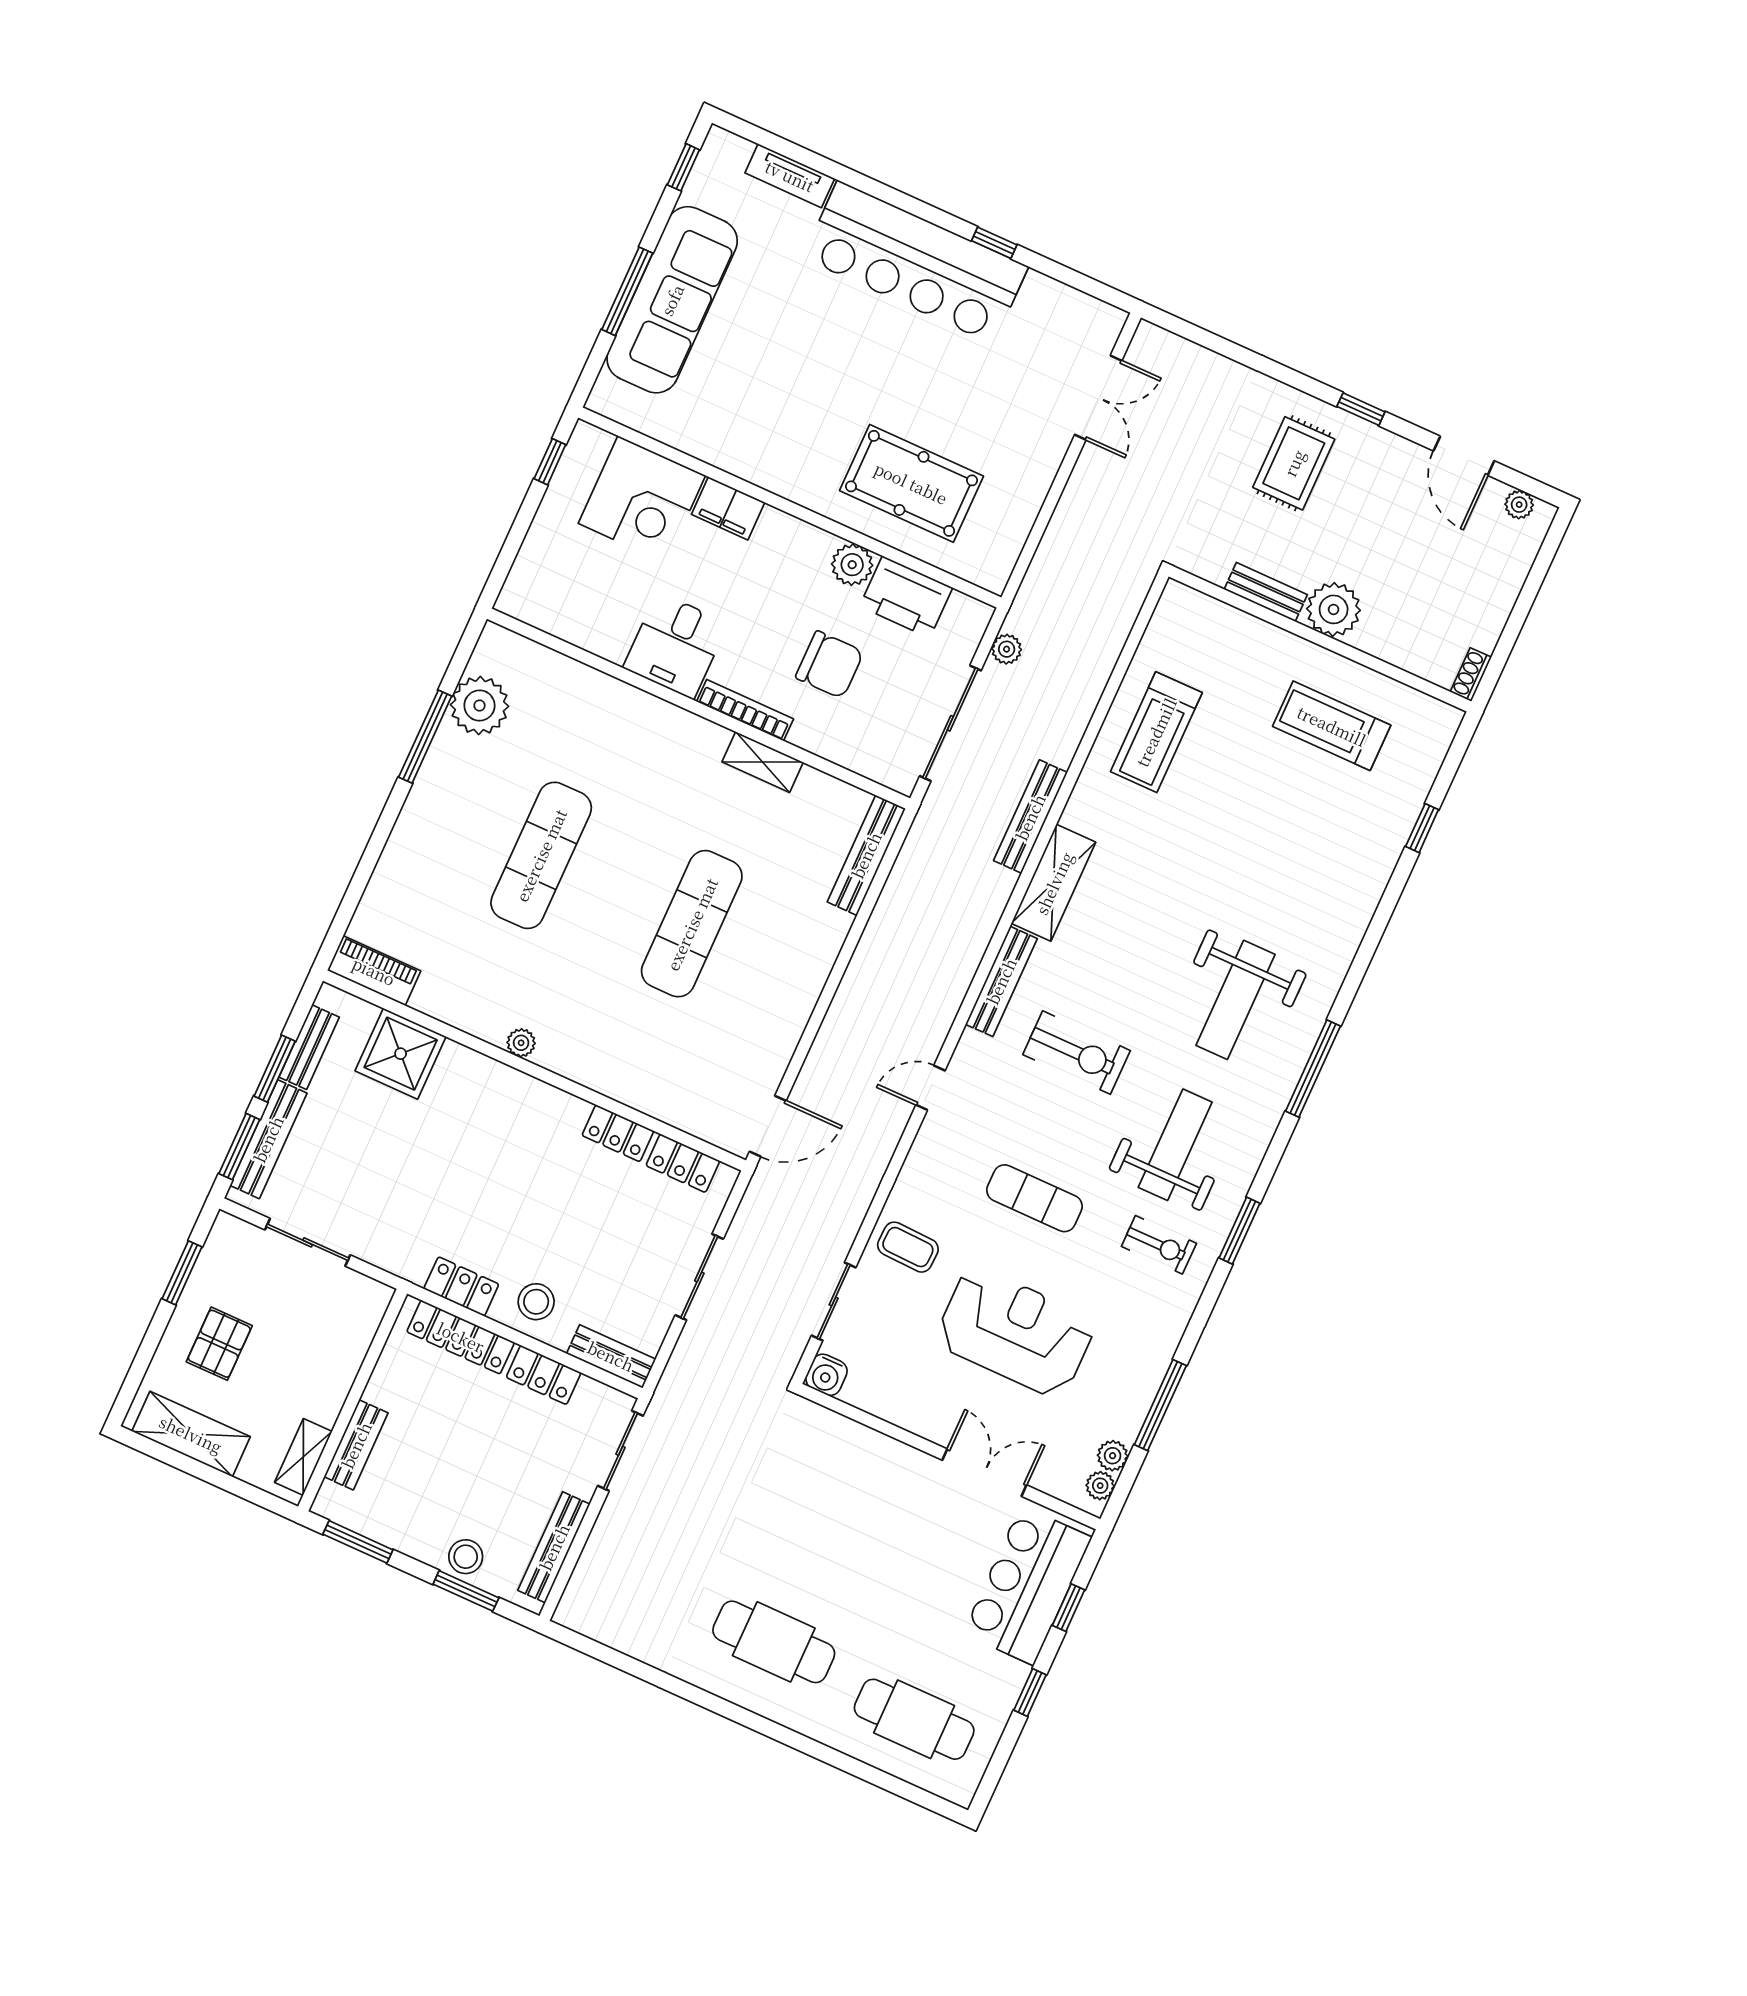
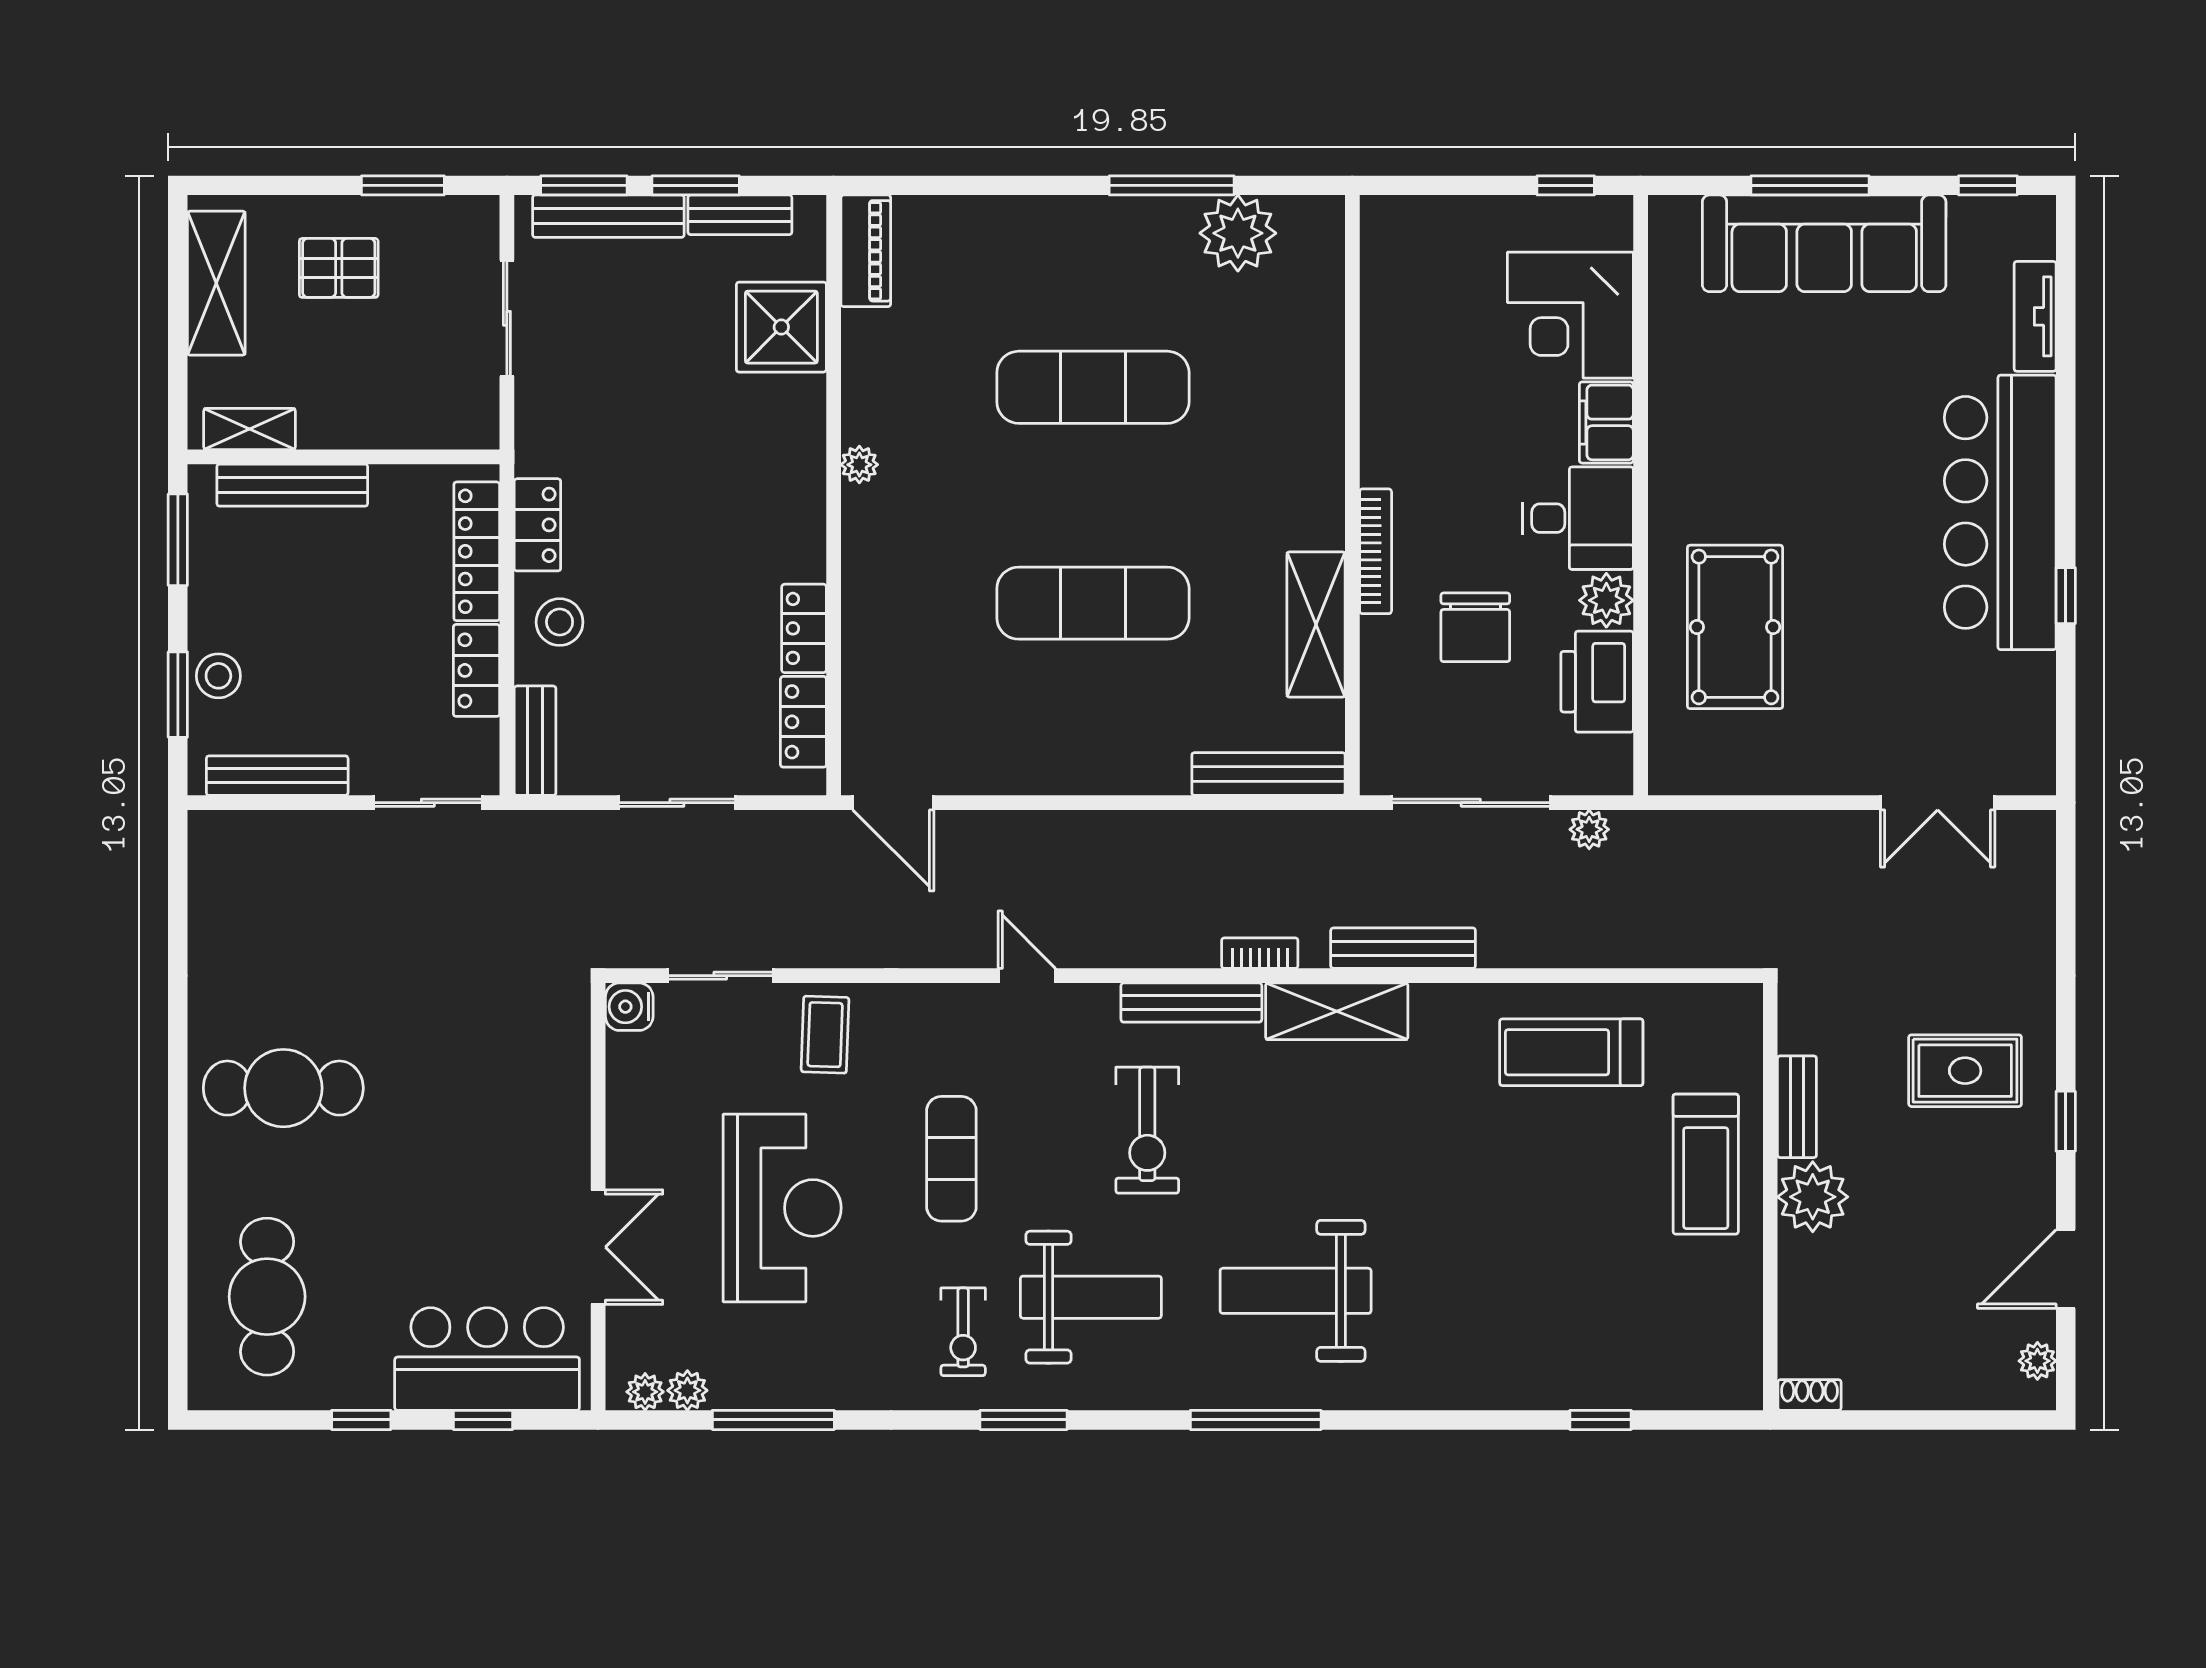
desk: (675, 646) -> (1578, 518), moved, turned 180
treadmill: (1332, 726) -> (1706, 1164), moved, turned 180
shelving: (763, 762) -> (1316, 625), width x1.50, depth x1.33
bookcase: (989, 918) -> (1260, 953), added
bench: (356, 1445) -> (292, 485), width x1.36
cafe table: (774, 1642) -> (283, 1088), turned 90

